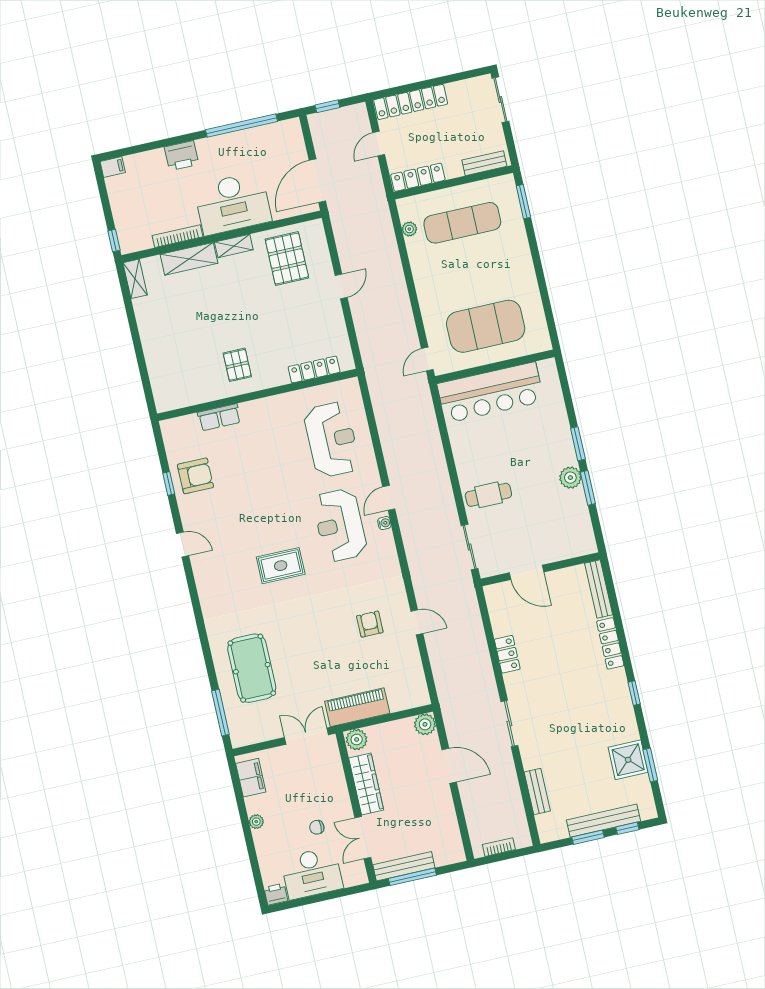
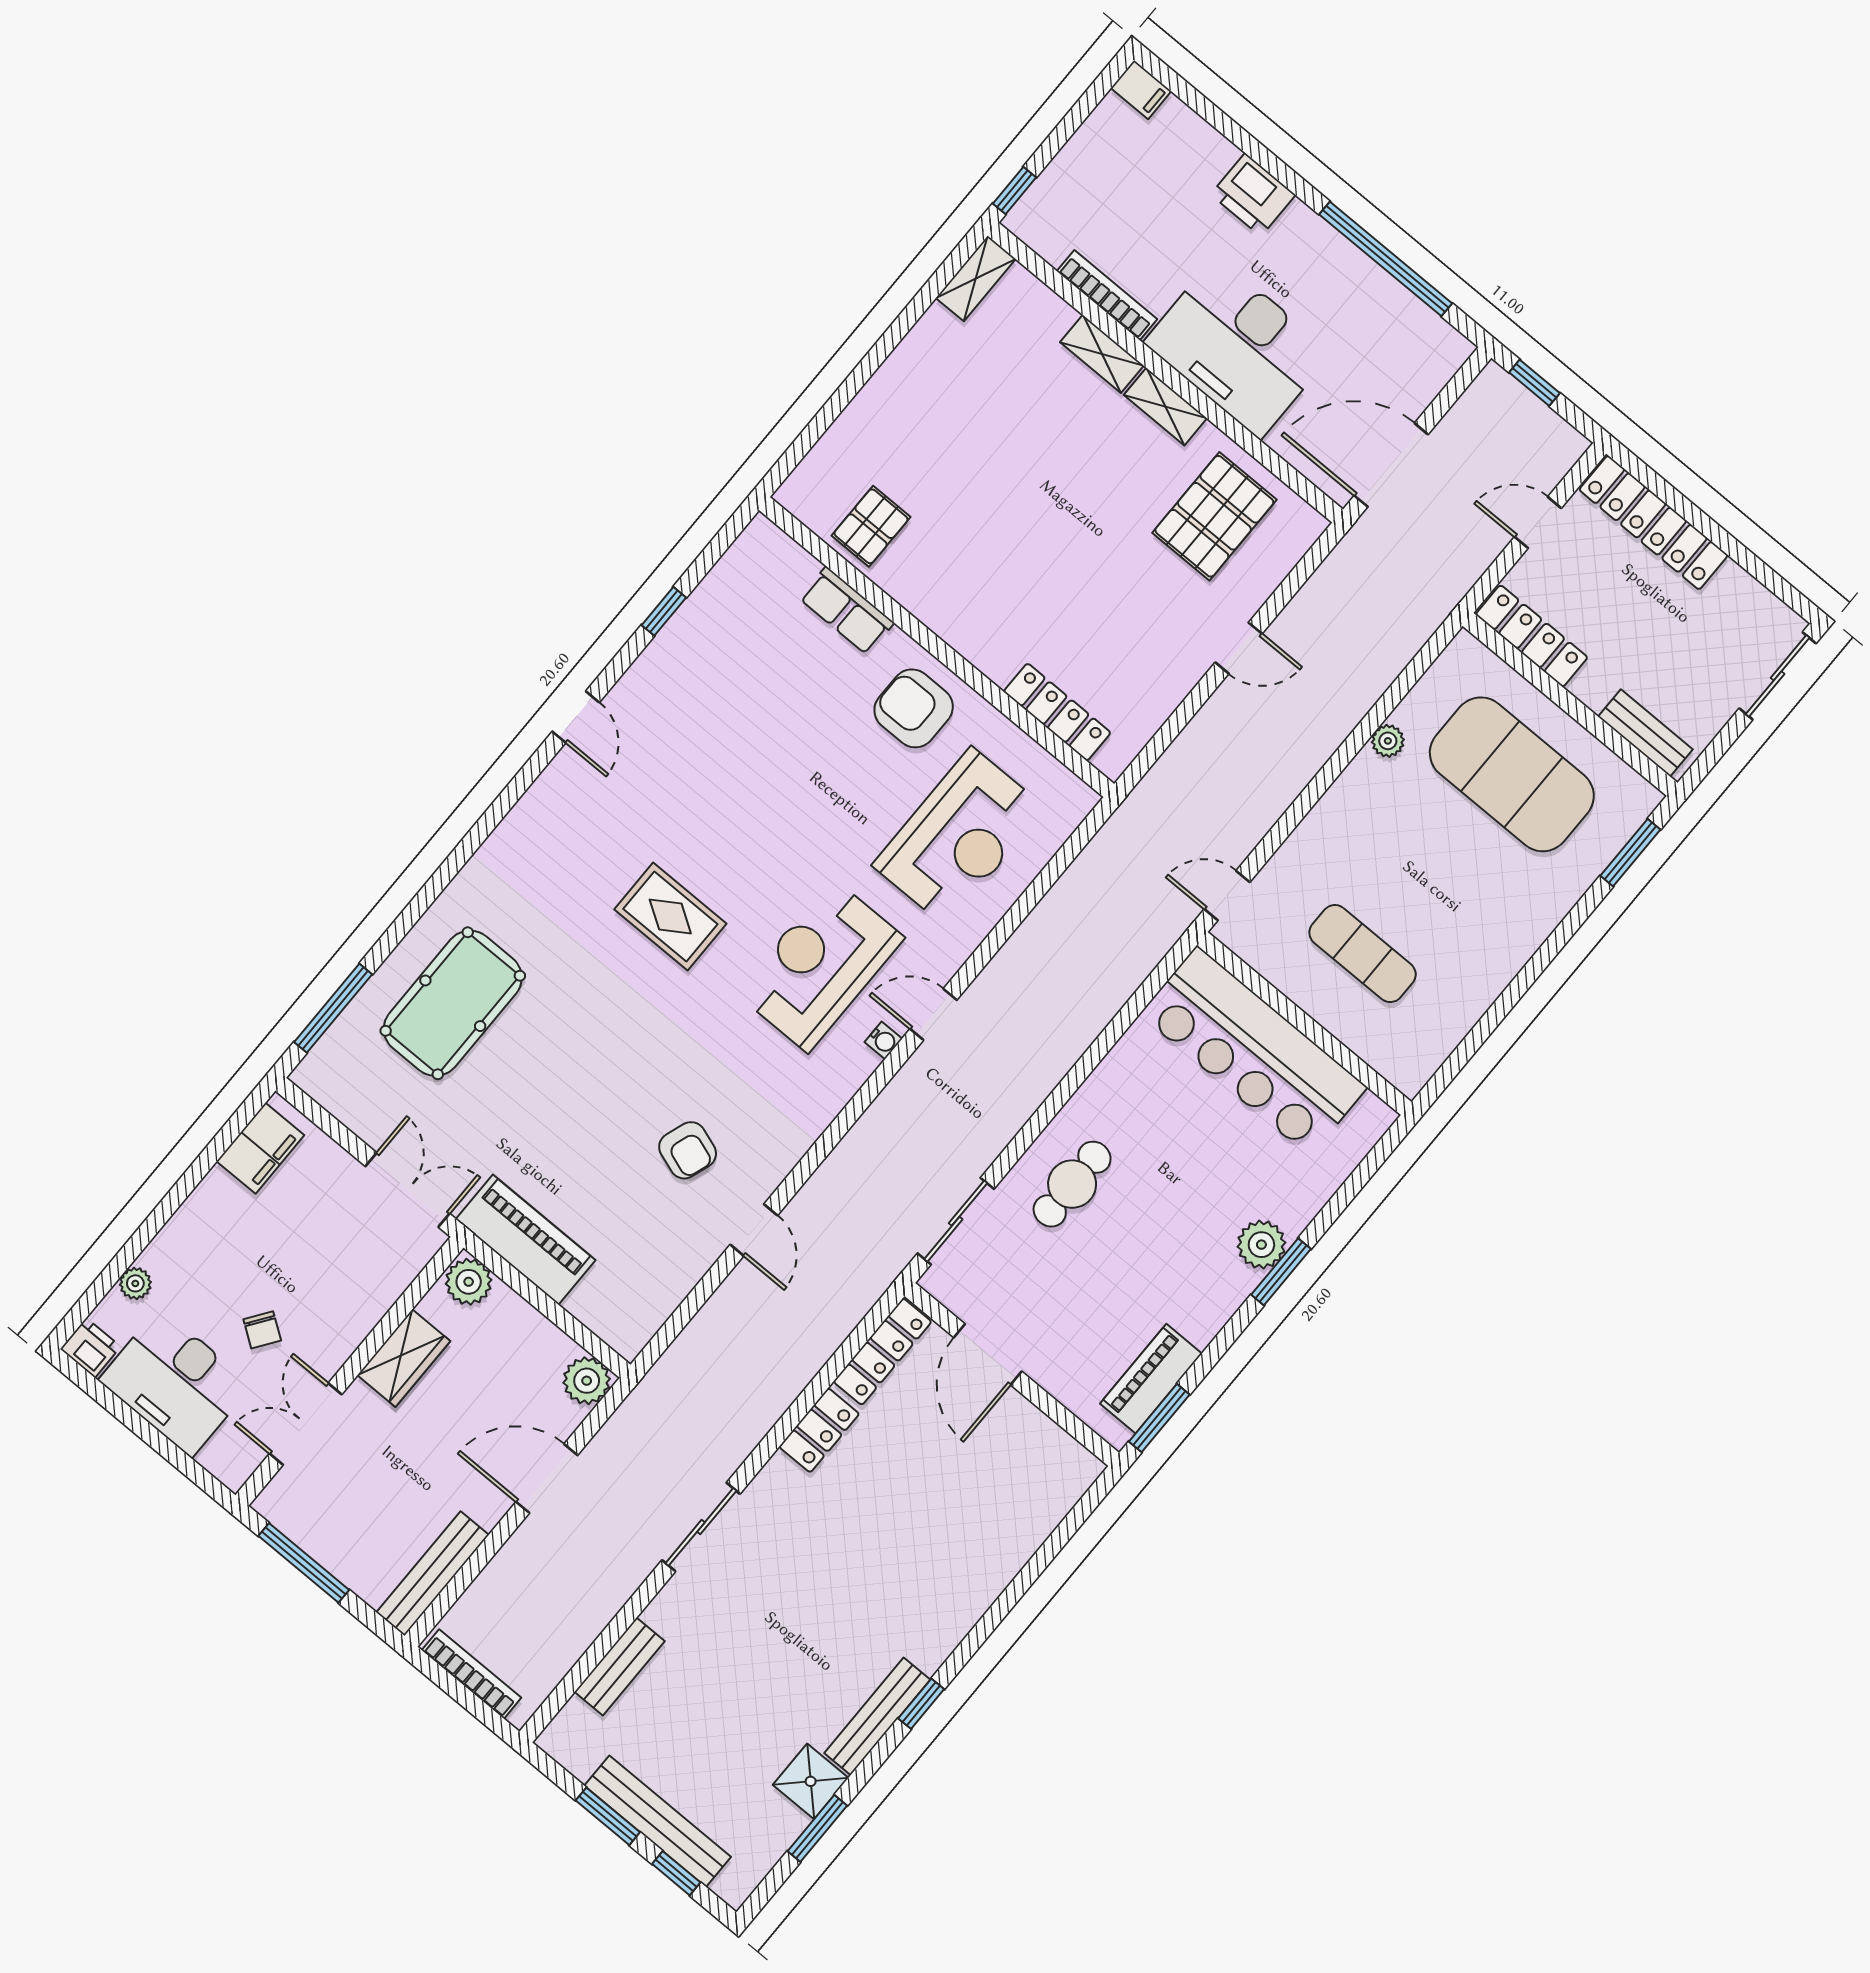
exercise mat: (462, 223) -> (1512, 774), width x1.47
plant: (409, 229) -> (1388, 741), moved
shelving: (189, 259) -> (1102, 354), width x0.67, depth x0.75
exercise mat: (486, 326) -> (1363, 954), width x0.50, depth x0.69
pallet: (237, 365) -> (871, 526), moved
armchair: (195, 476) -> (914, 708), moved, turned 180
plant: (570, 478) -> (1261, 1245), moved
window: (588, 488) -> (1159, 1418), moved
cafe table: (488, 495) -> (1072, 1184), turned 90
piano: (580, 520) -> (1151, 1379), added
bench: (599, 589) -> (877, 1716), moved
armchair: (370, 624) -> (688, 1150), turned 109
locker: (610, 643) -> (882, 1352), moved, turned 180
shower: (628, 760) -> (811, 1781), width x0.73, depth x0.73
door: (449, 766) -> (547, 1479), swing flipped
wardrobe: (366, 784) -> (404, 1358), width x0.67
plant: (256, 822) -> (135, 1283), moved
chair: (317, 827) -> (262, 1330), turned -145
bookcase: (499, 847) -> (471, 1674), width x1.56
bench: (404, 866) -> (433, 1574), moved, turned 90

